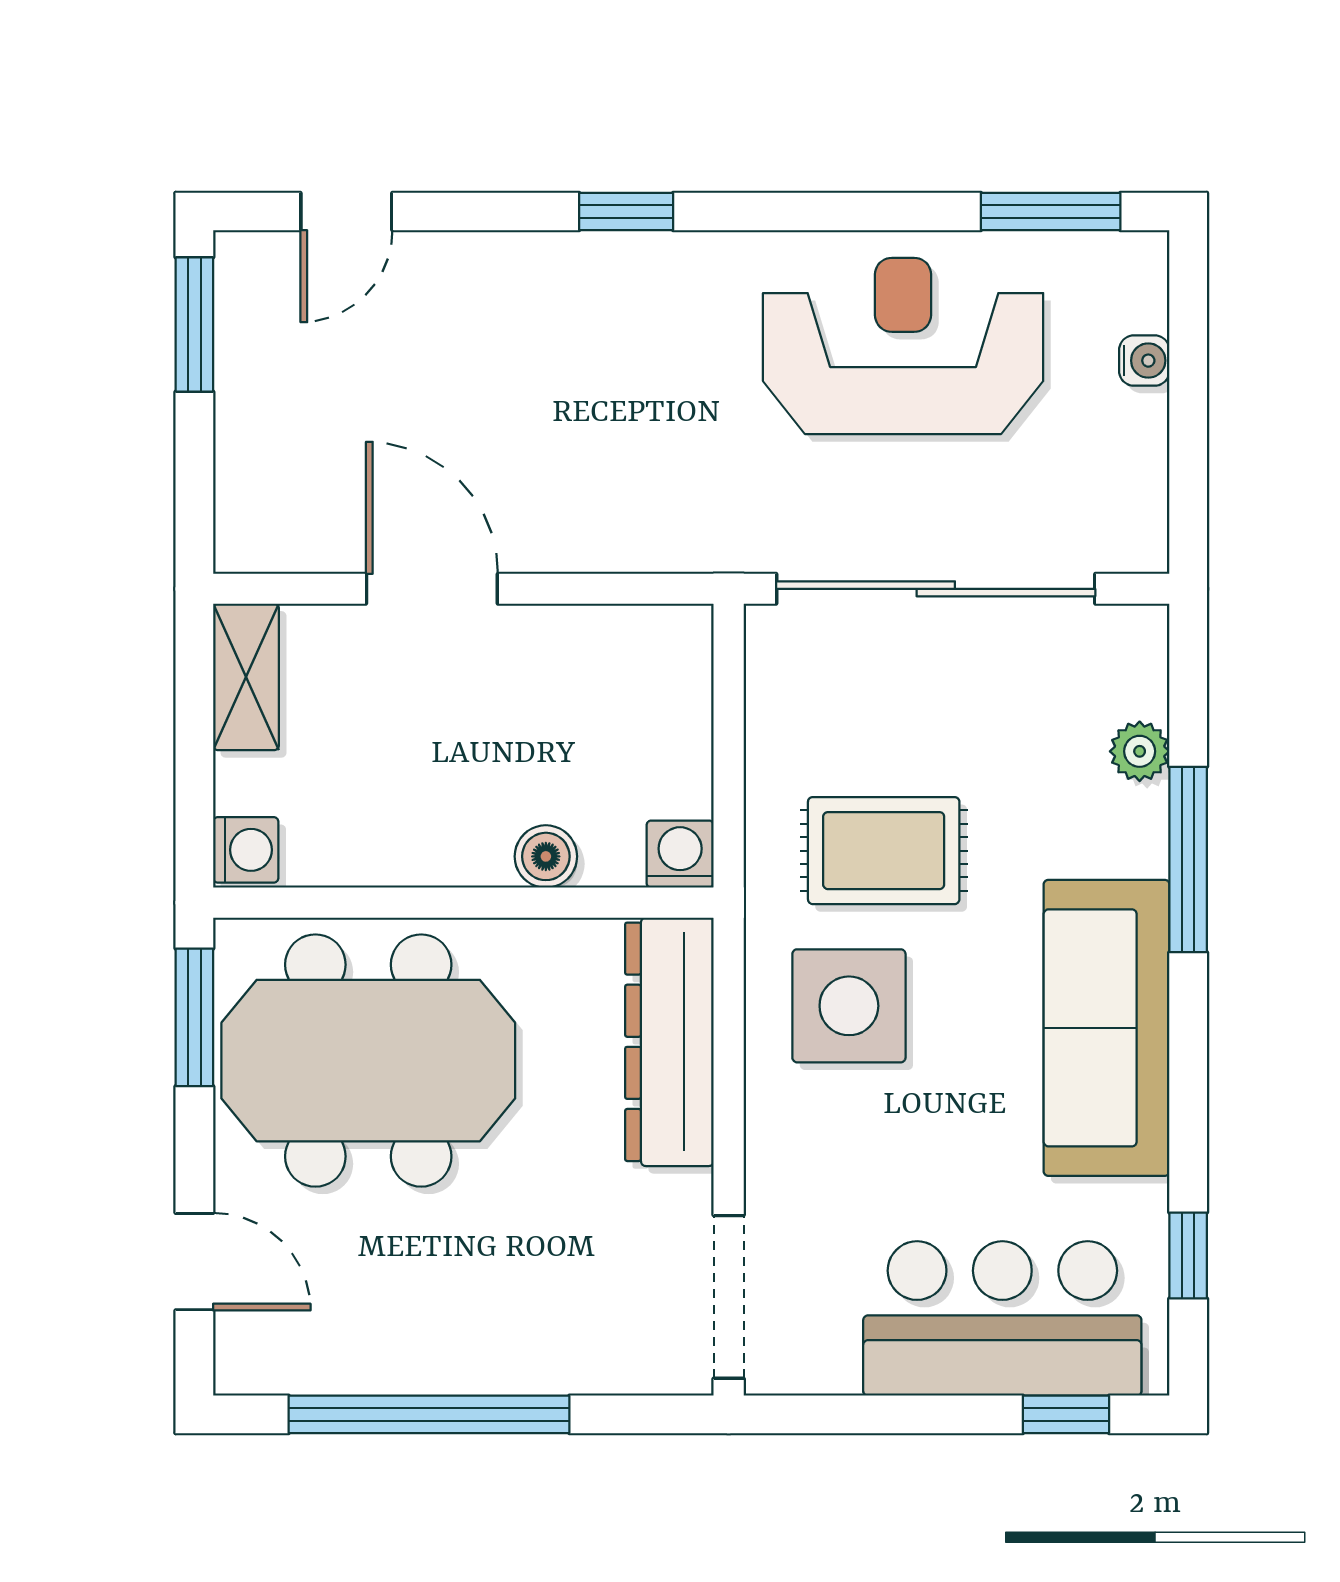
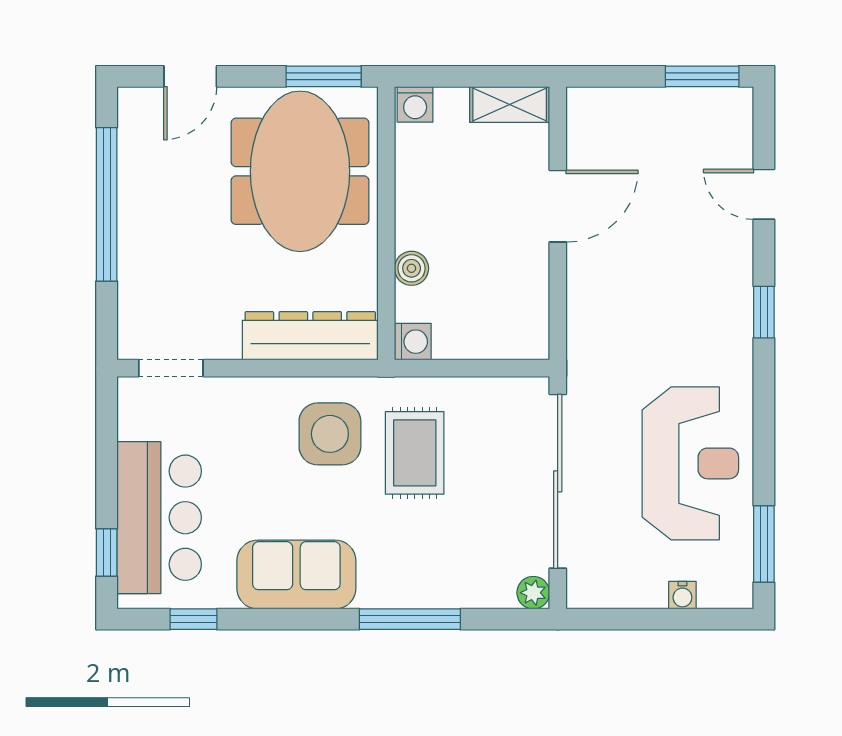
door: (346, 211) -> (764, 194), moved
plant: (1140, 751) -> (533, 593), moved
sofa: (1107, 1028) -> (296, 575), width x0.73
doorway: (729, 1297) -> (171, 368), width x0.73

